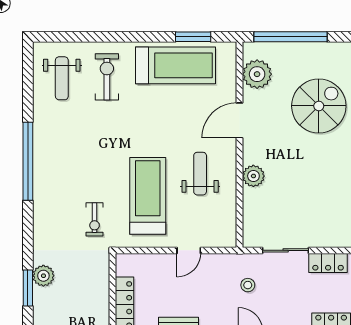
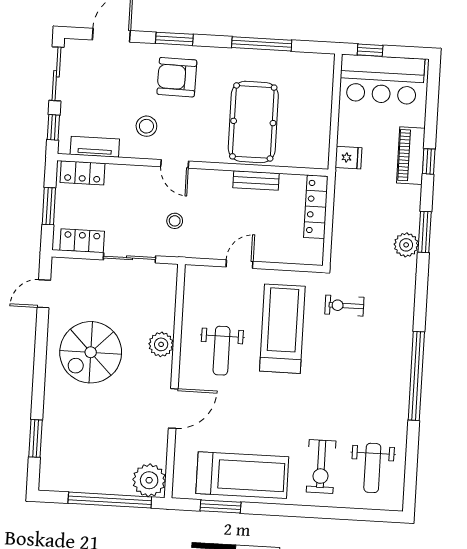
treadmill: (176, 65) -> (242, 475), turned 180
plant: (257, 74) -> (149, 480), moved
weight bench: (62, 78) -> (372, 468), turned 180
spiral stairs: (319, 106) -> (91, 352), moved
treadmill: (148, 196) -> (282, 329), turned 180
exercise bike: (95, 219) -> (344, 306), turned -90

